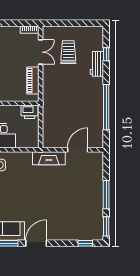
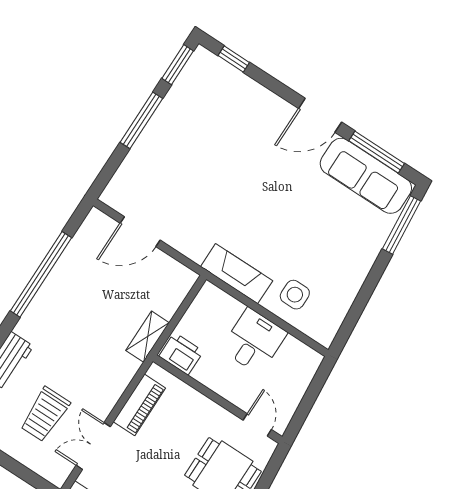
shelving: (47, 110) -> (148, 337), added
fireplace: (49, 158) -> (237, 274), moved

